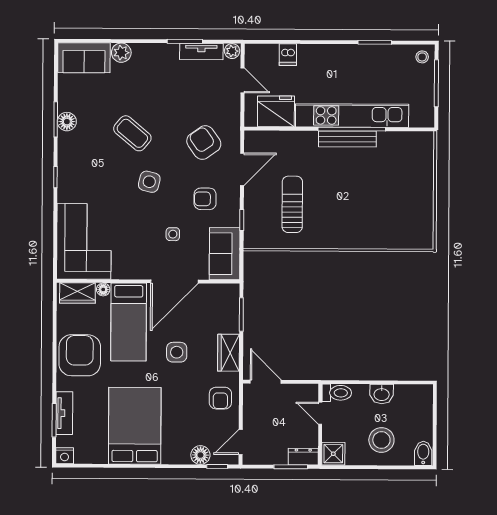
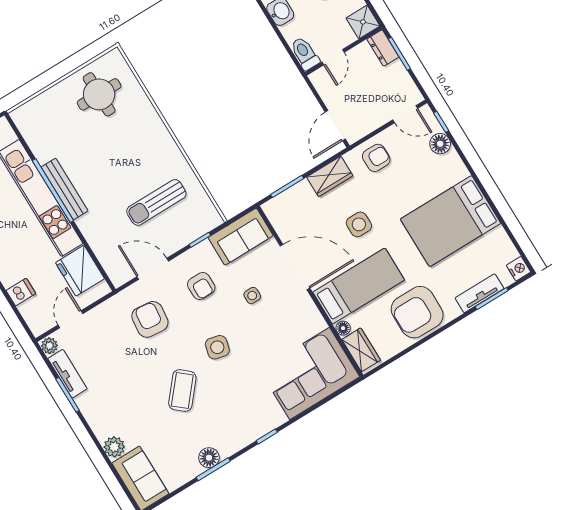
armchair: (204, 142) -> (150, 319), turned 131
round table: (405, 212) -> (99, 94), added

